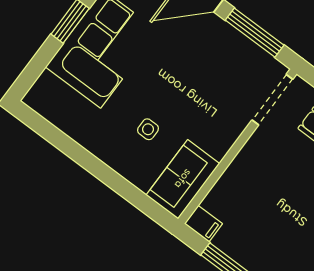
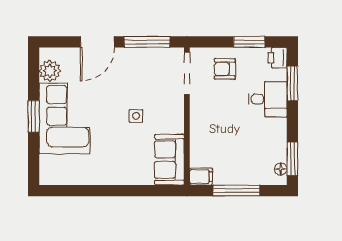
side table: (148, 129) -> (136, 116), moved

